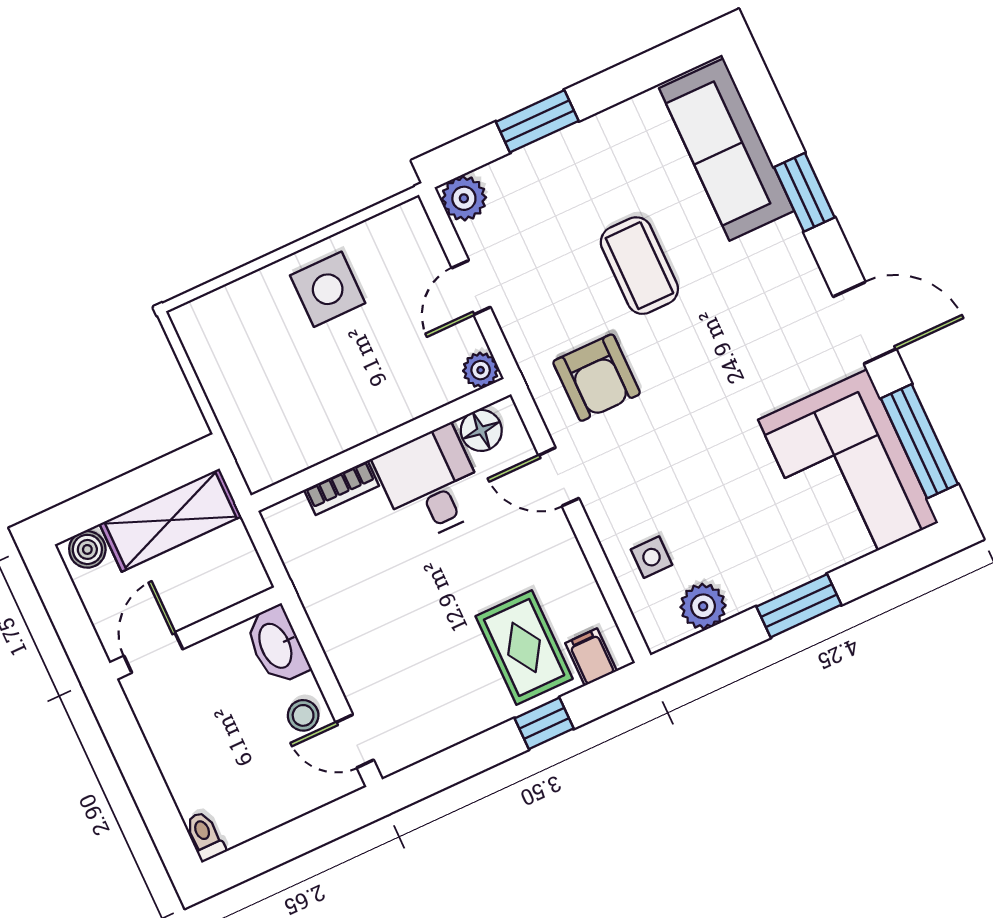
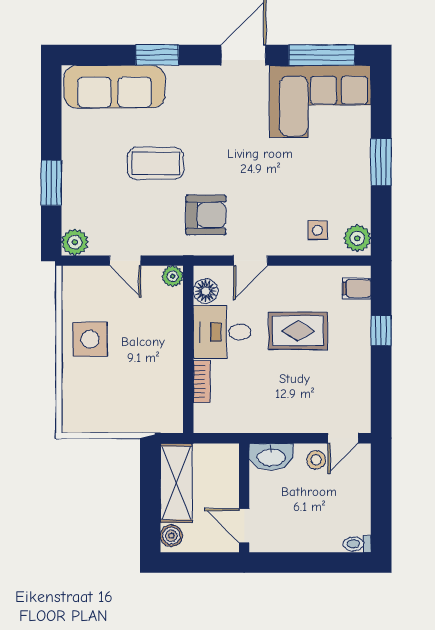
plant: (703, 606) -> (357, 238), moved
rug: (524, 647) -> (298, 331), moved

